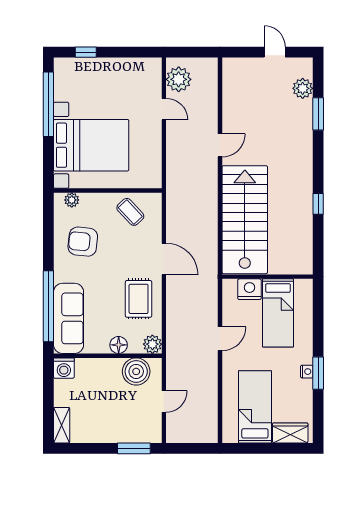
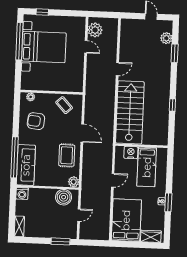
bed with nightstands: (91, 145) -> (44, 47), moved
floor lamp: (119, 345) -> (54, 181), removed
bed: (255, 407) -> (126, 220), width x1.50

